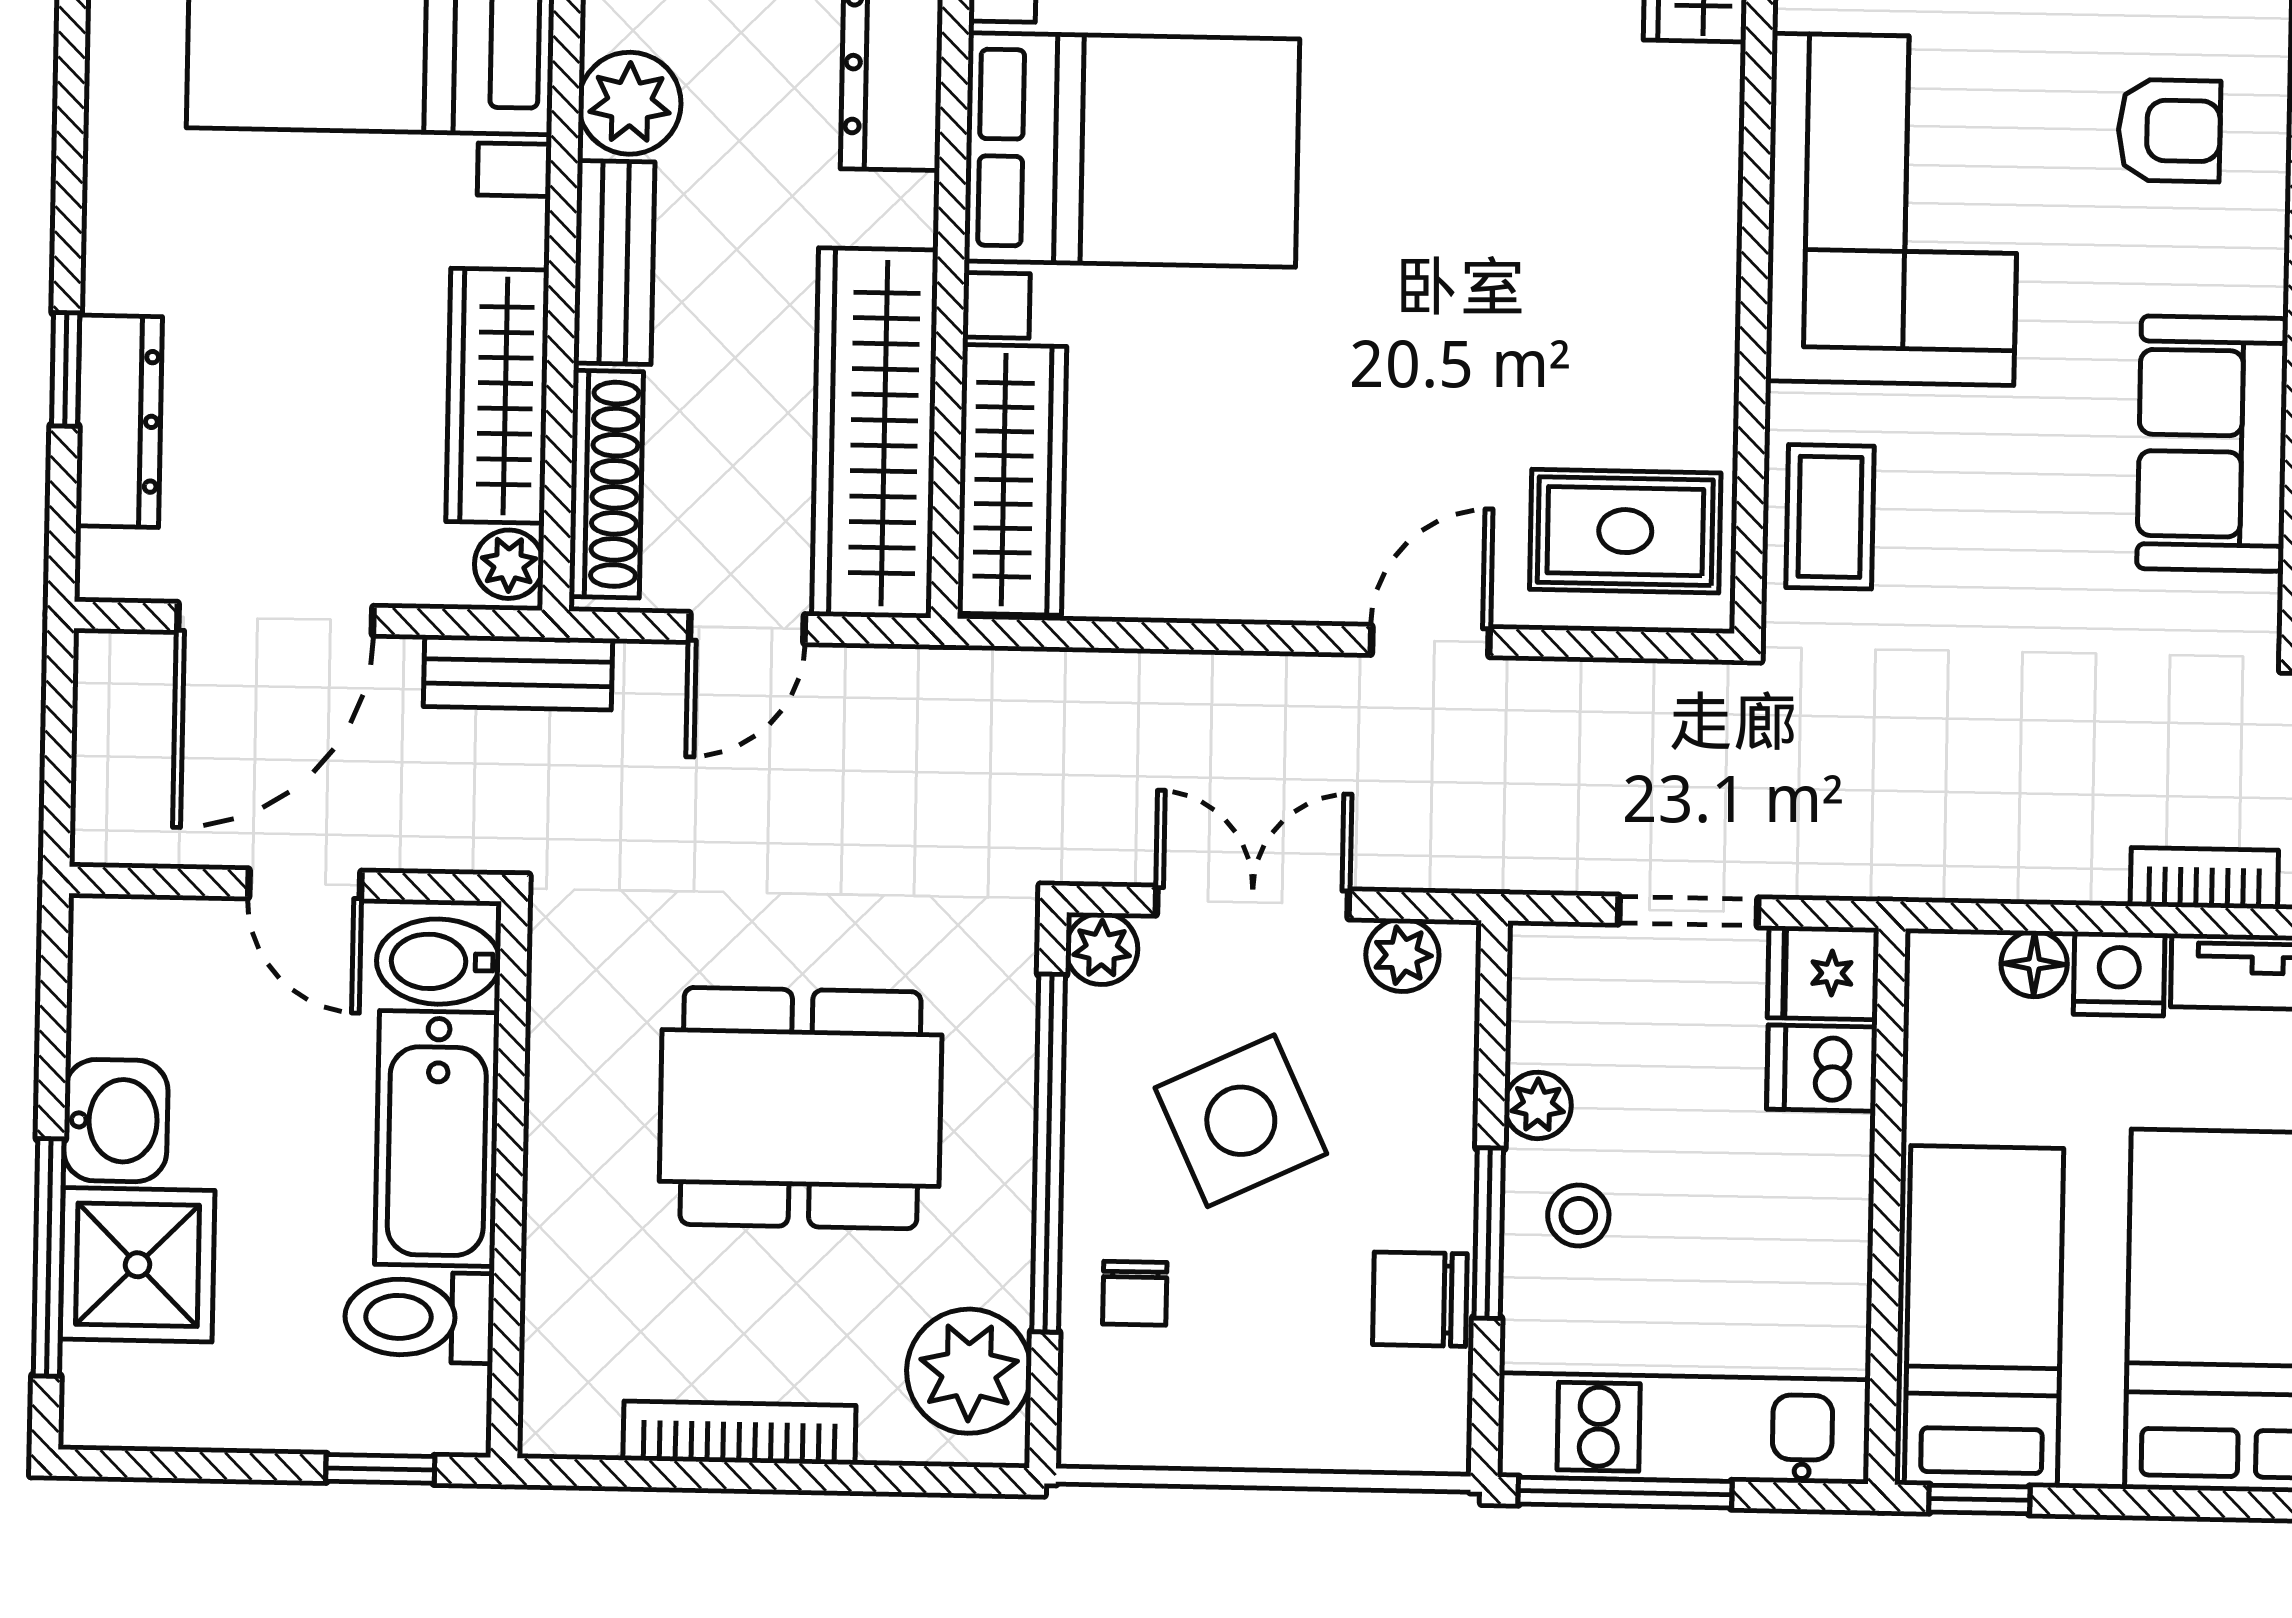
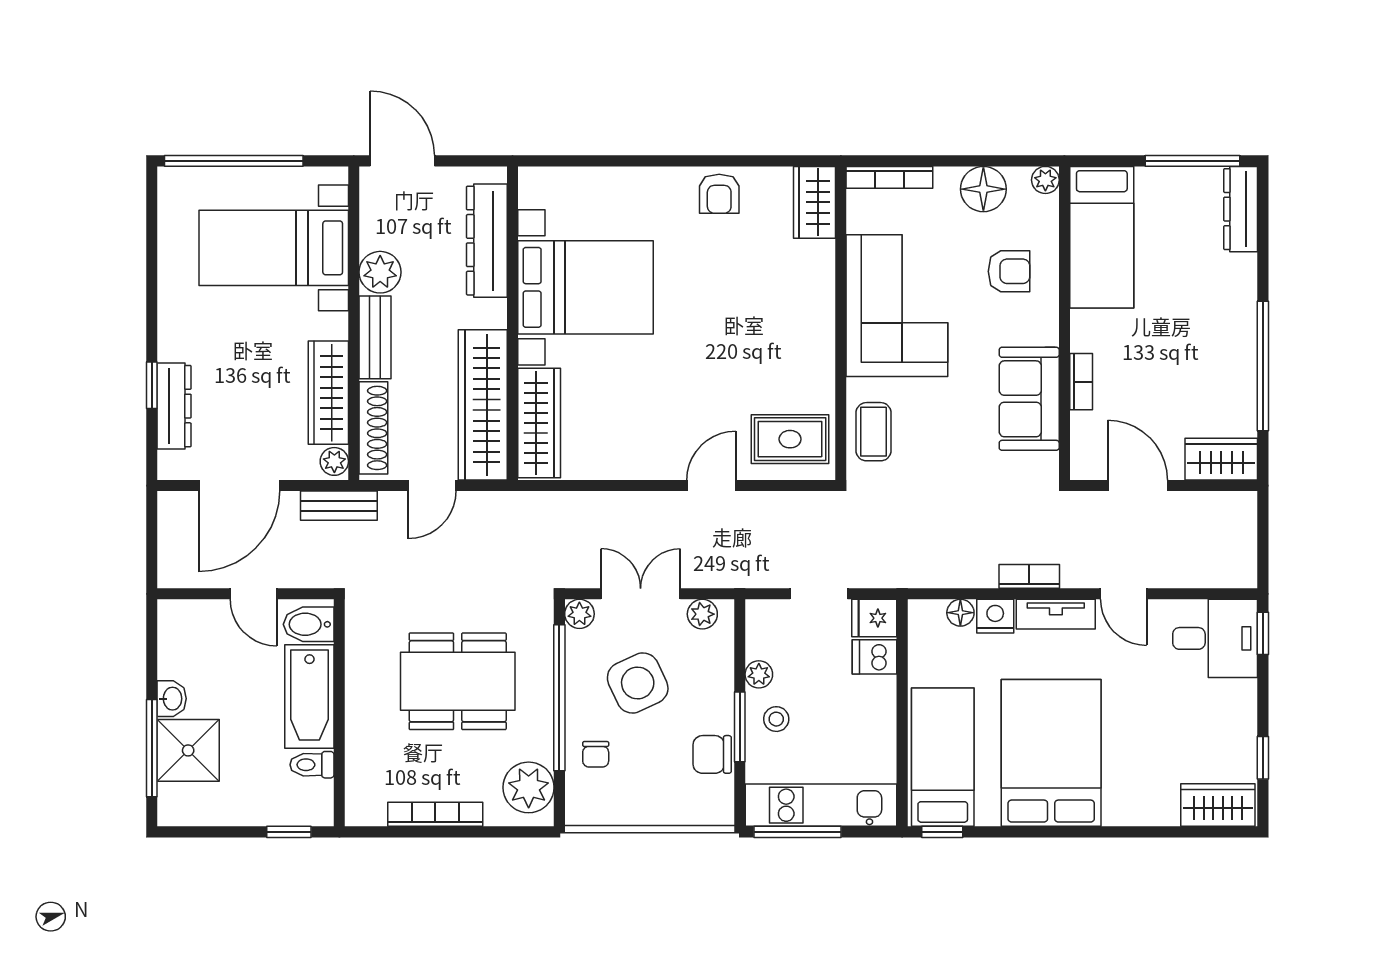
washbasin: (116, 1121) -> (172, 699), width x0.72, depth x0.69
toilet: (419, 1317) -> (312, 765), width x0.73, depth x0.72

